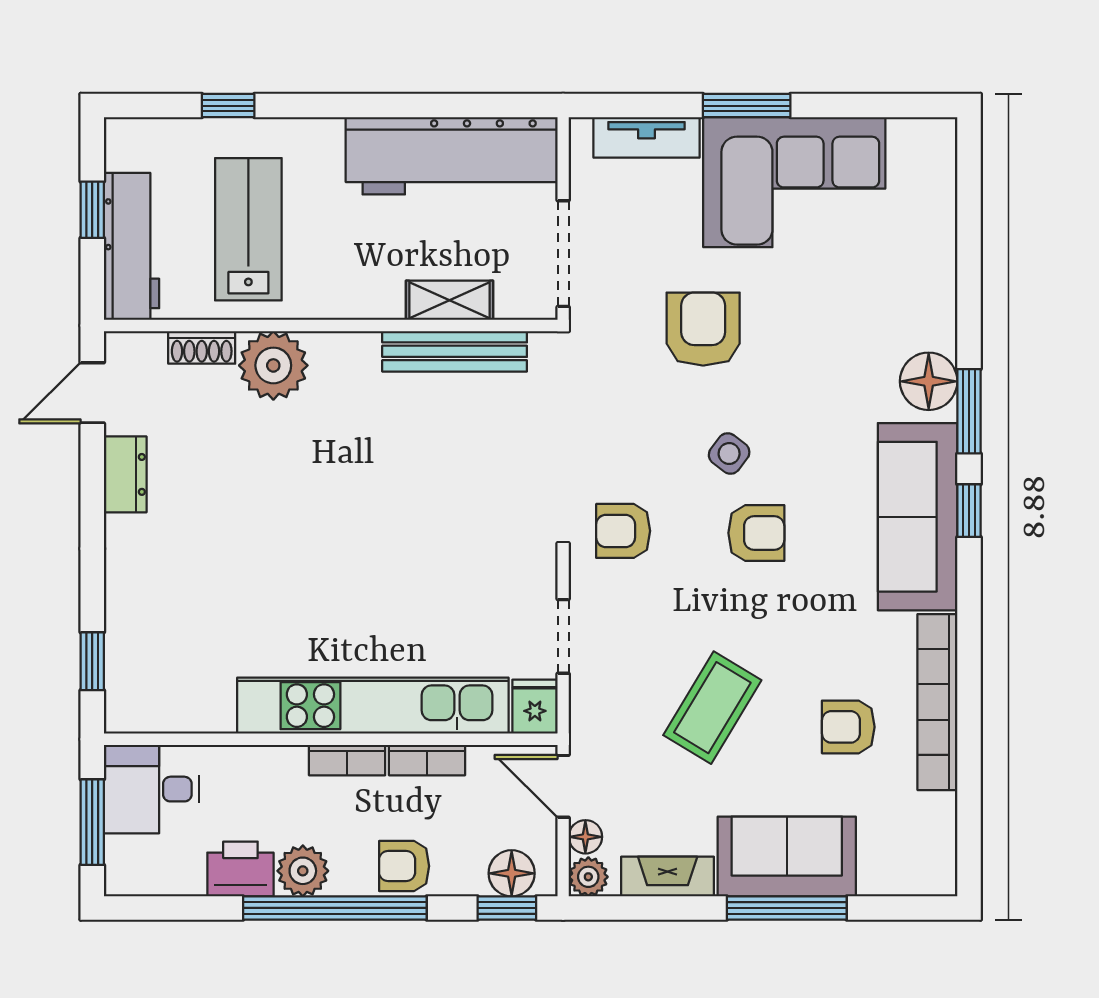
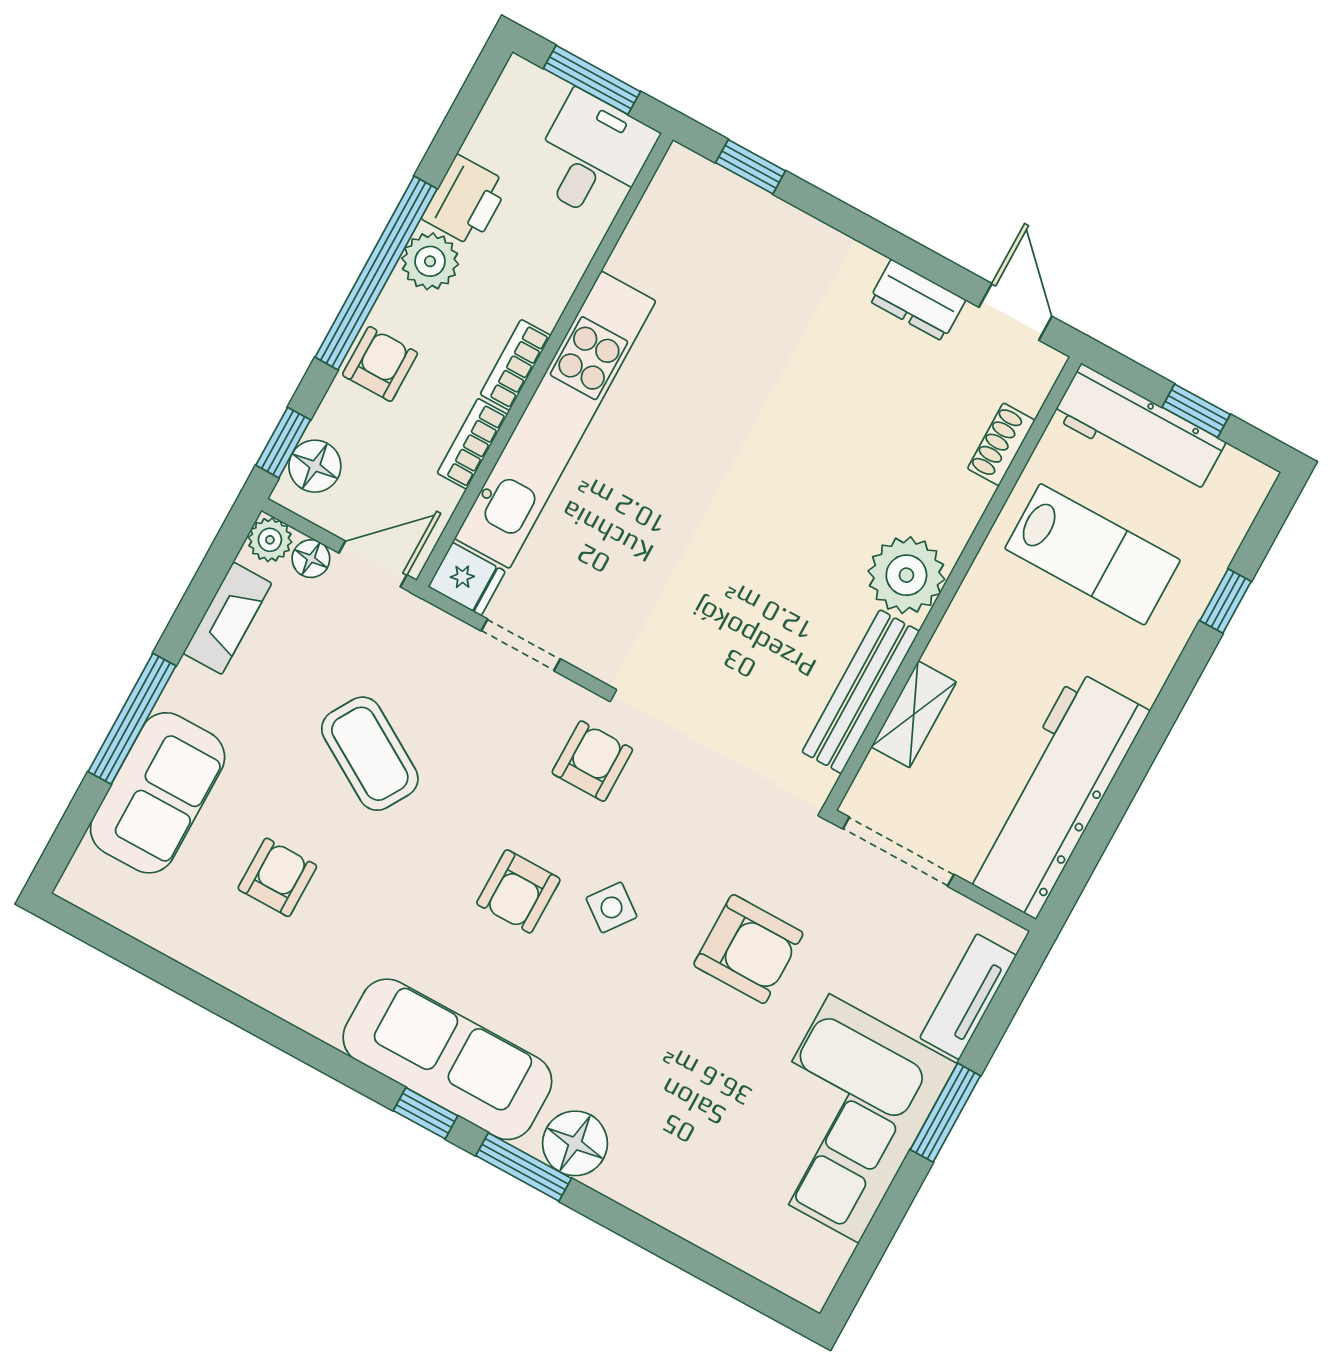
plant: (273, 365) -> (906, 575), moved
bookcase: (937, 702) -> (254, 979), removed
sofa: (787, 856) -> (158, 793), moved

